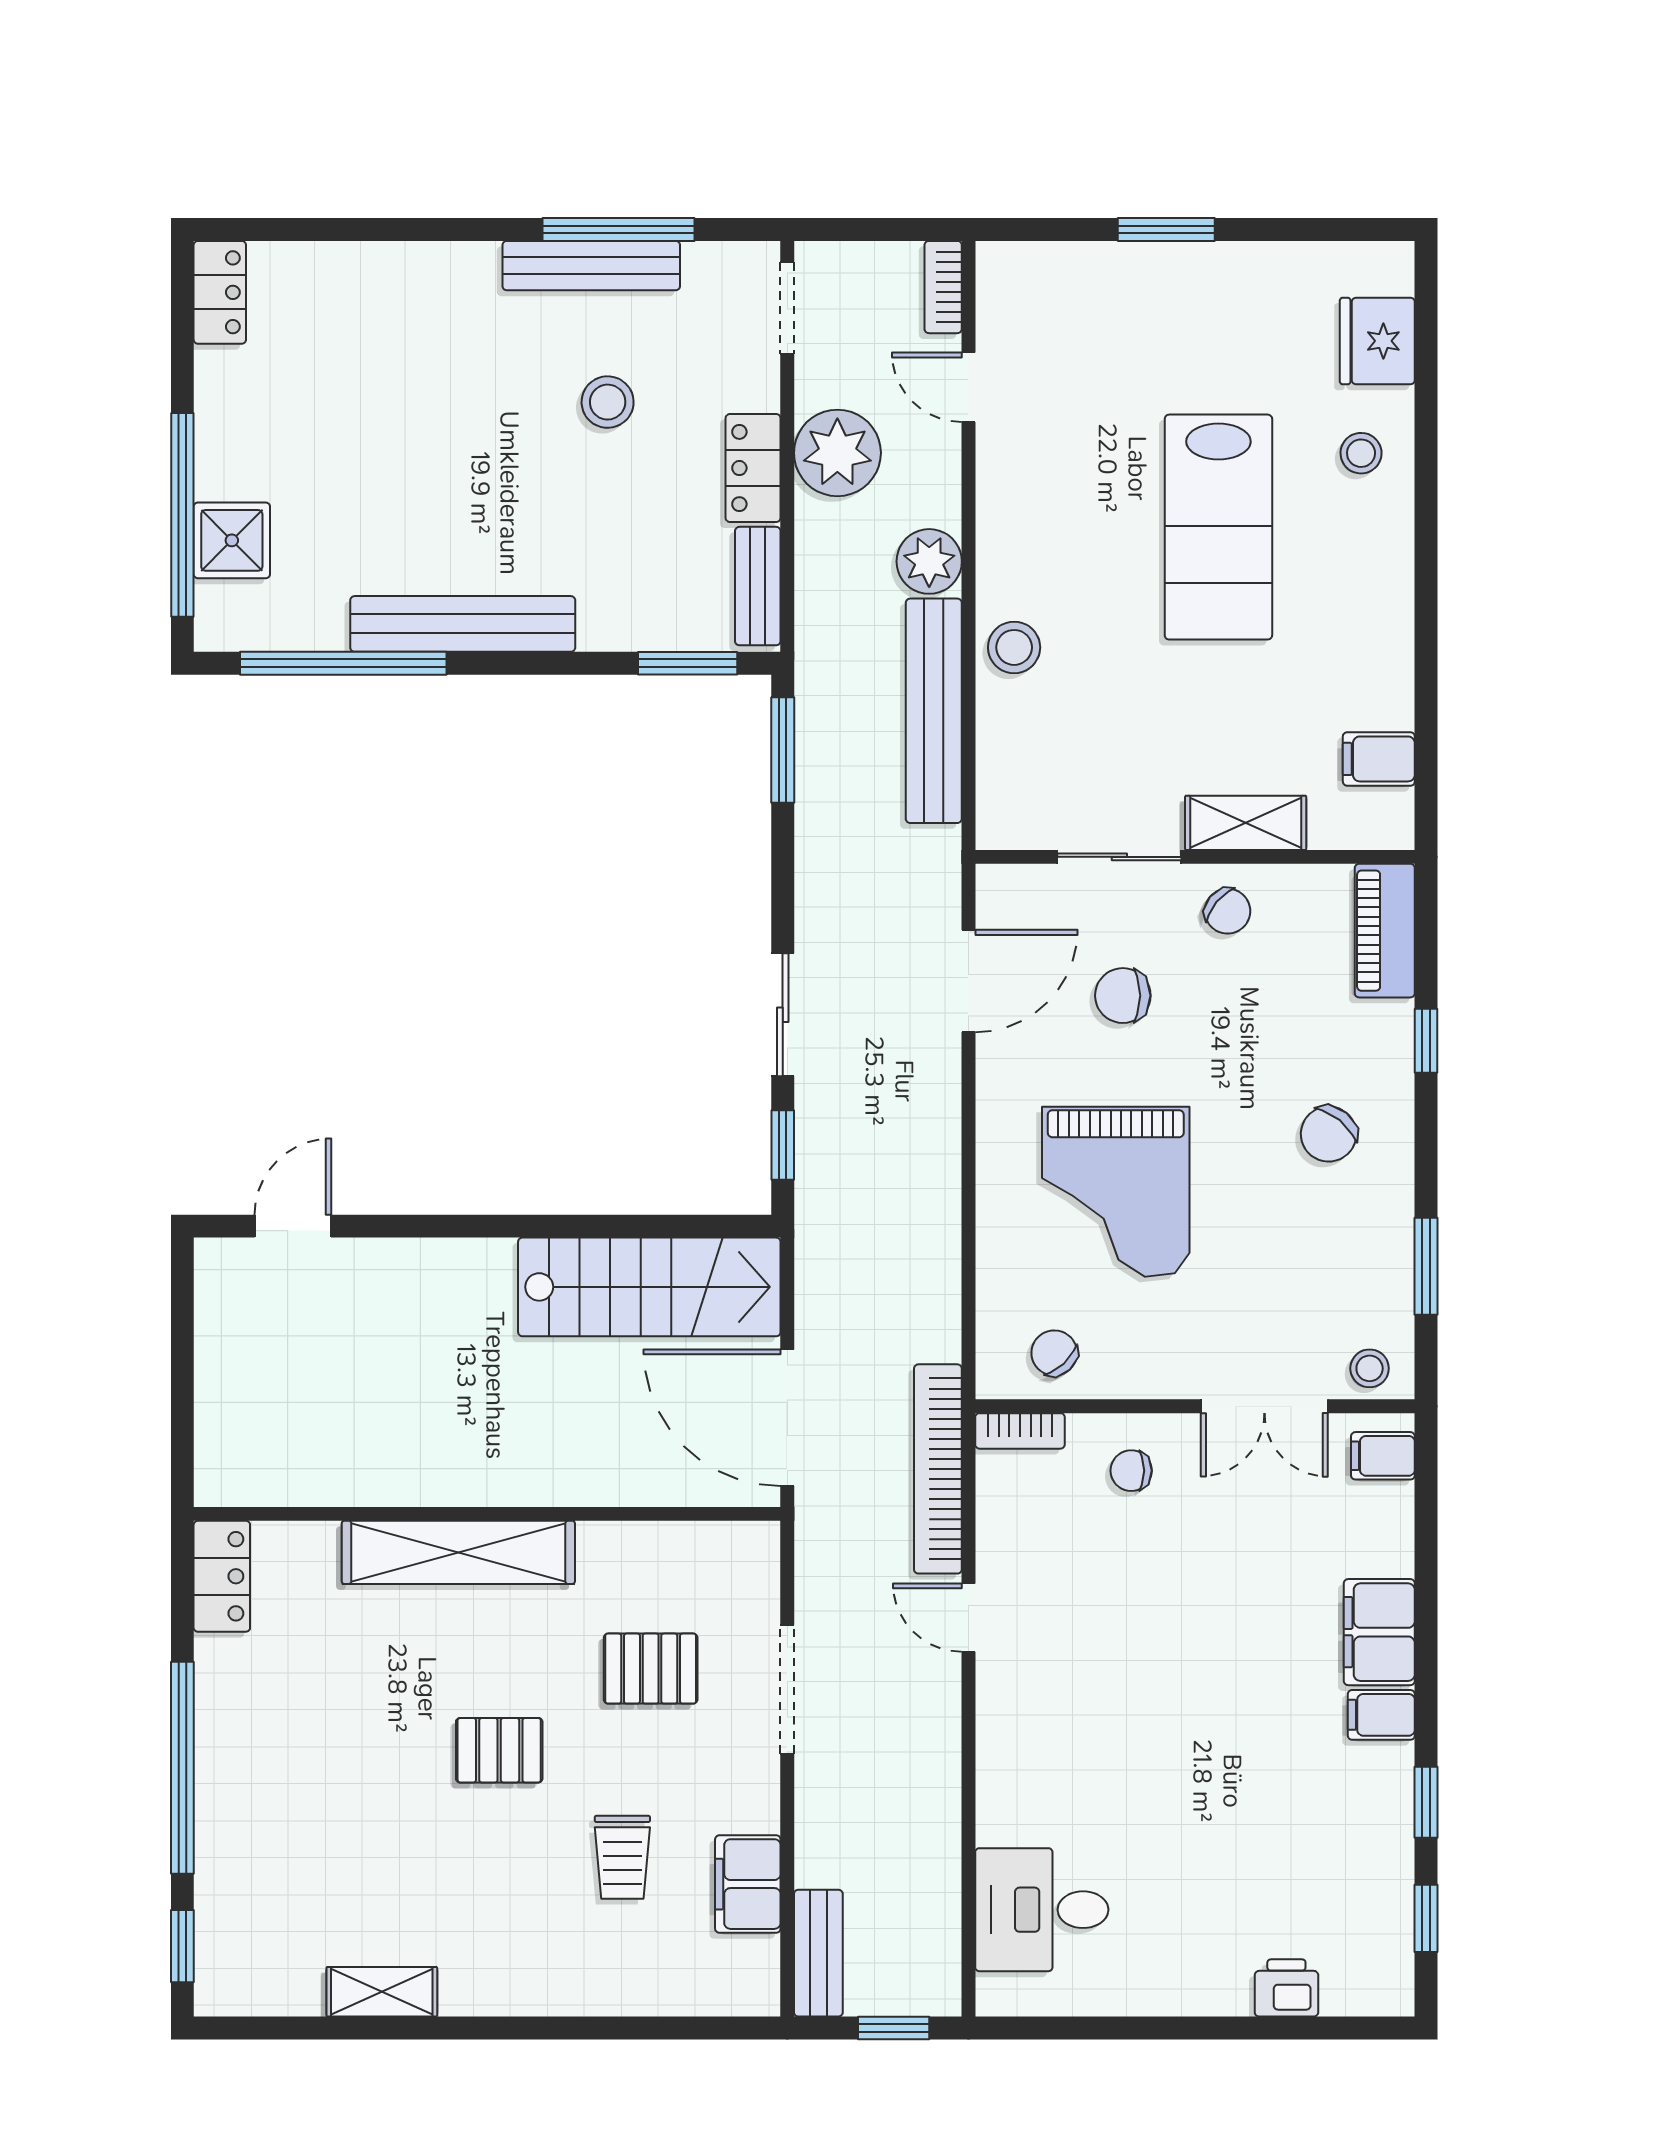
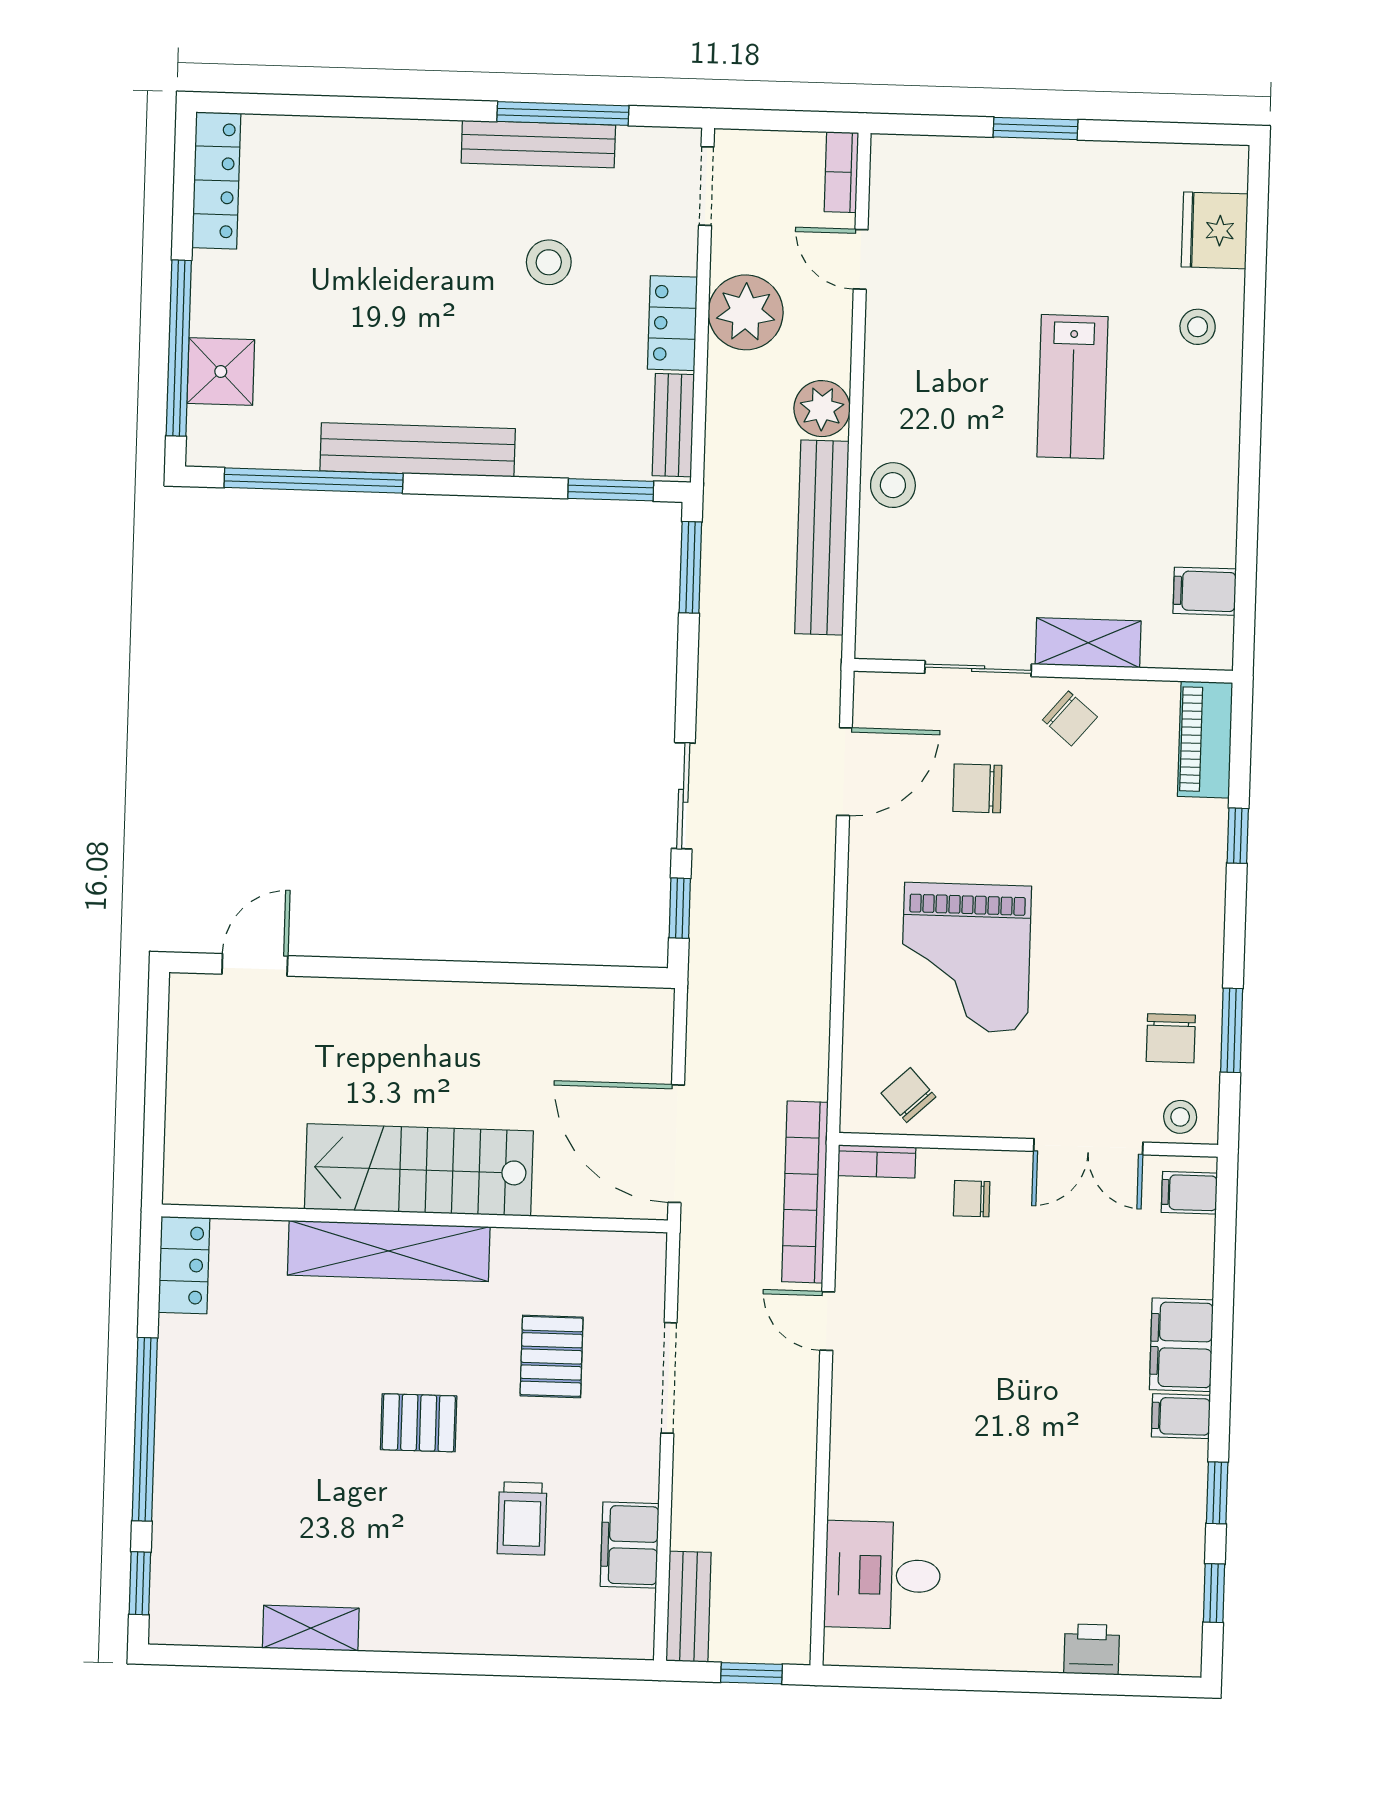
locker: (220, 292) -> (216, 180), width x1.53
lab bench: (1218, 527) -> (1073, 387), width x0.73, depth x0.72
chair: (1329, 1134) -> (1171, 1038), moved, turned -39
stairs: (649, 1287) -> (419, 1170), moved, turned 180
pallet: (651, 1669) -> (552, 1356), turned 90

